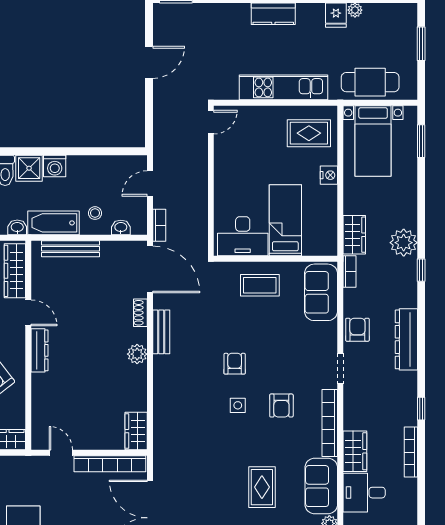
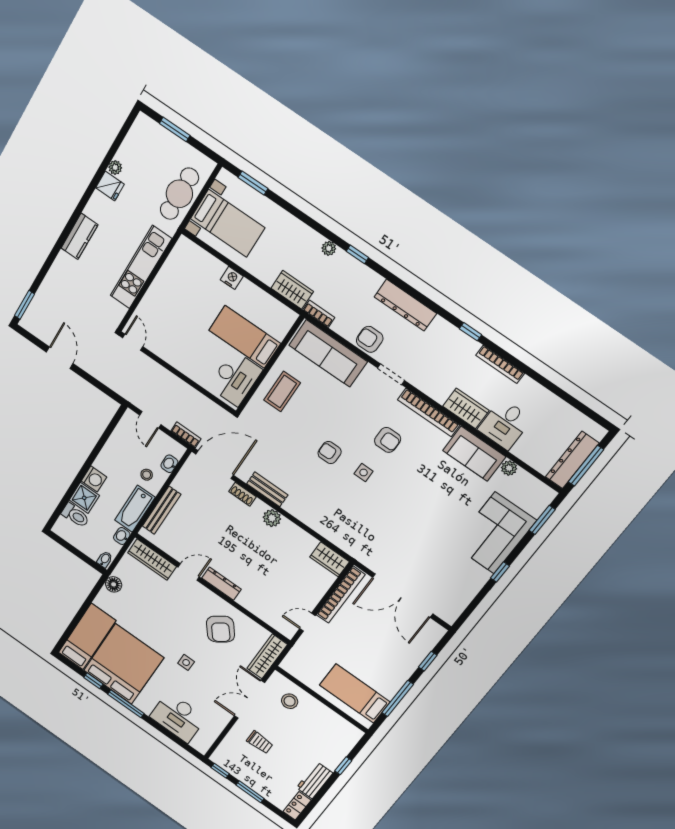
rug: (309, 133) -> (189, 271), removed
plant: (404, 243) -> (329, 248), width x0.53, depth x0.53
sofa: (321, 292) -> (328, 353), width x1.36
rug: (262, 487) -> (441, 499), removed

